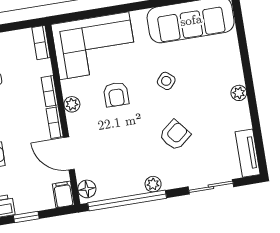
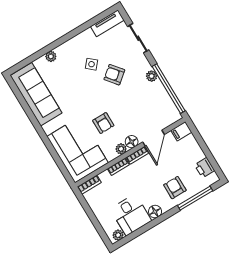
side table: (166, 81) -> (92, 64), moved
plant: (239, 93) -> (51, 56), moved
armchair: (116, 94) -> (103, 123), turned 90
floor lamp: (87, 189) -> (132, 142), moved
window: (26, 217) -> (205, 149), removed

